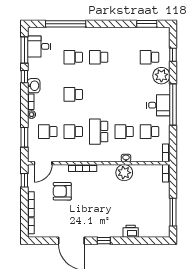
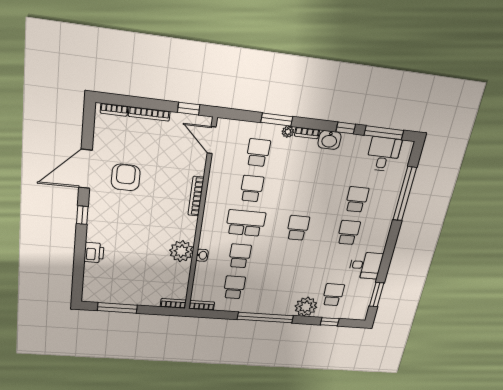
school desk: (73, 94) -> (298, 228), moved
desk: (158, 105) -> (366, 265), moved, turned -90
window: (24, 137) -> (277, 119), moved
armchair: (62, 191) -> (126, 177), moved

